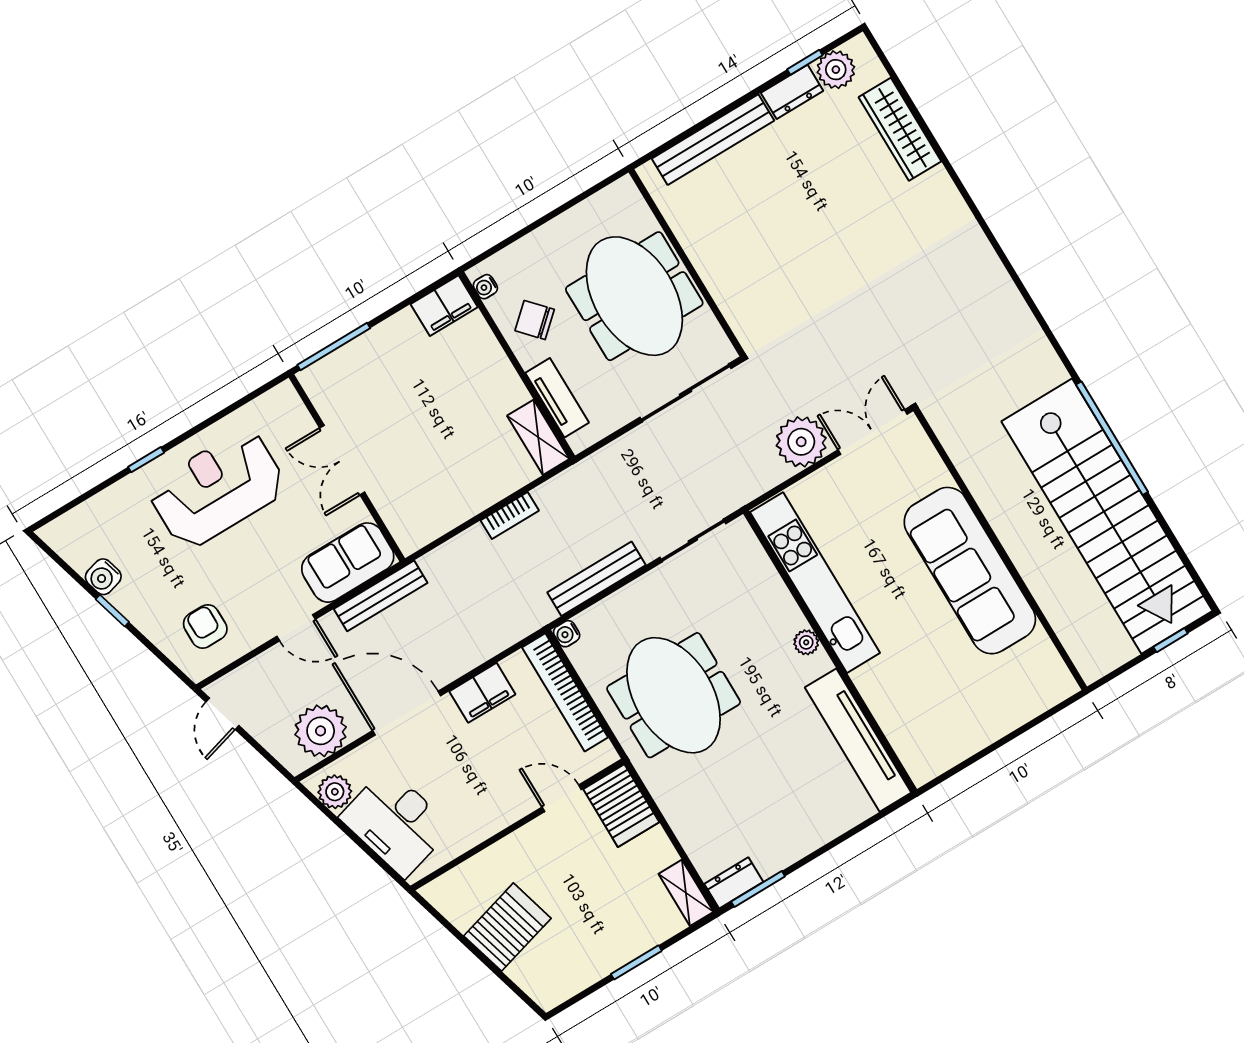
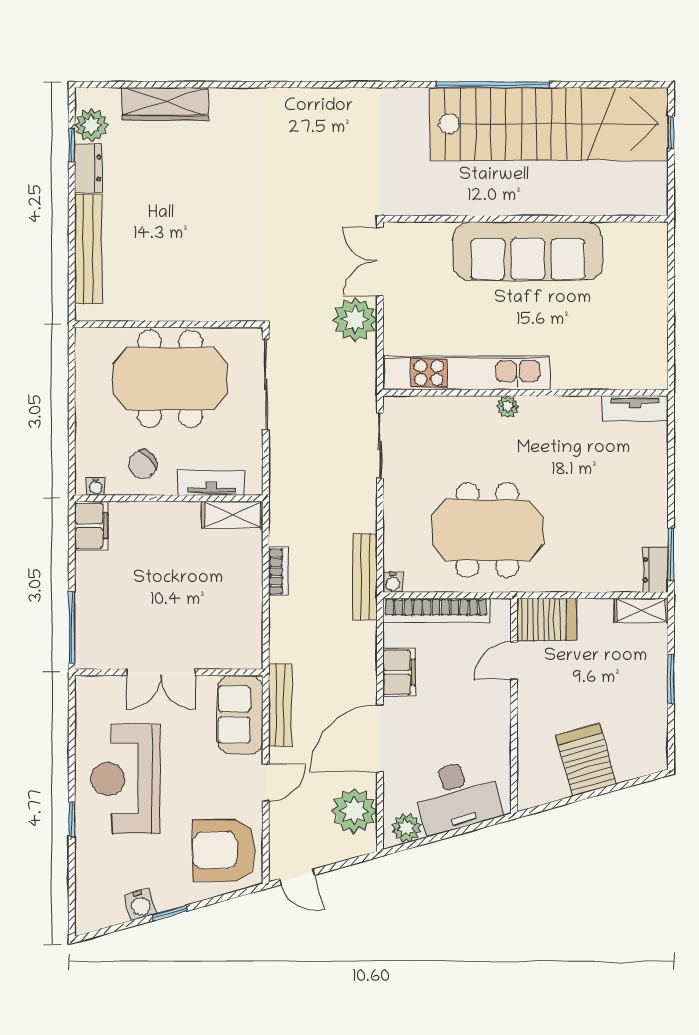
bench: (596, 579) -> (365, 577), moved
armchair: (205, 626) -> (224, 850), width x1.88, depth x1.88
tv unit: (858, 740) -> (635, 408), width x0.52, depth x0.78

